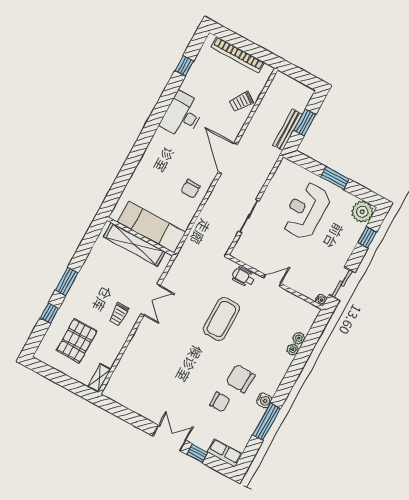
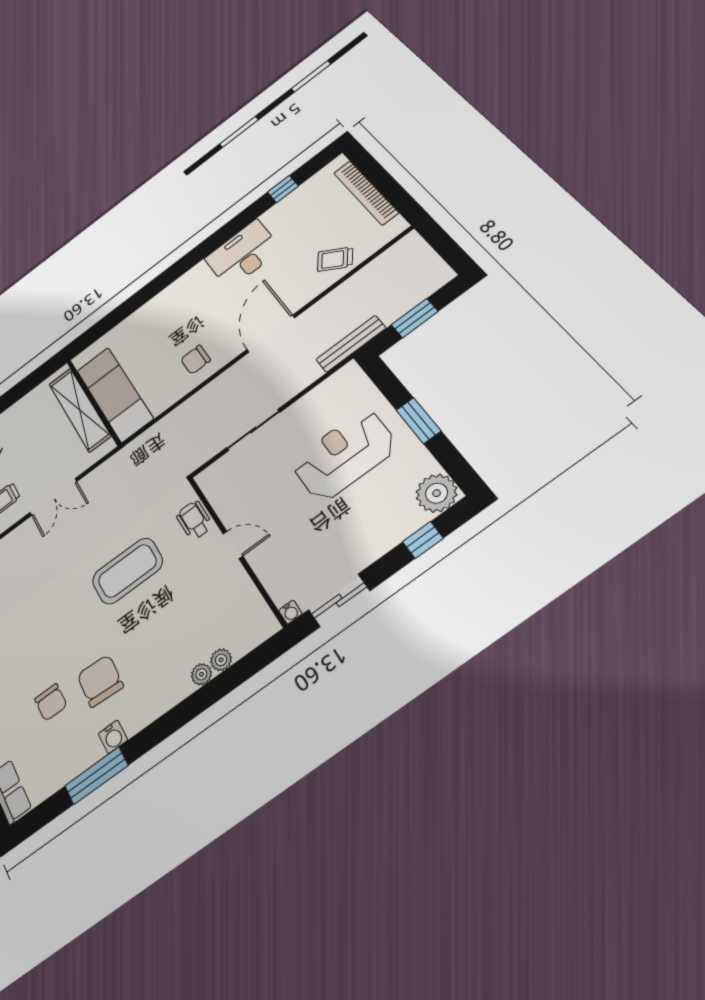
bench: (288, 130) -> (351, 344), moved

